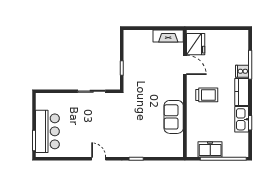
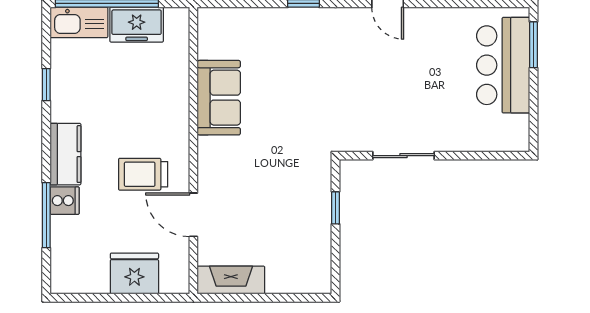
fridge: (196, 44) -> (134, 274), moved, turned 90
trolley: (207, 95) -> (143, 174), moved
kitchen sink: (242, 119) -> (79, 22), moved, turned 90

